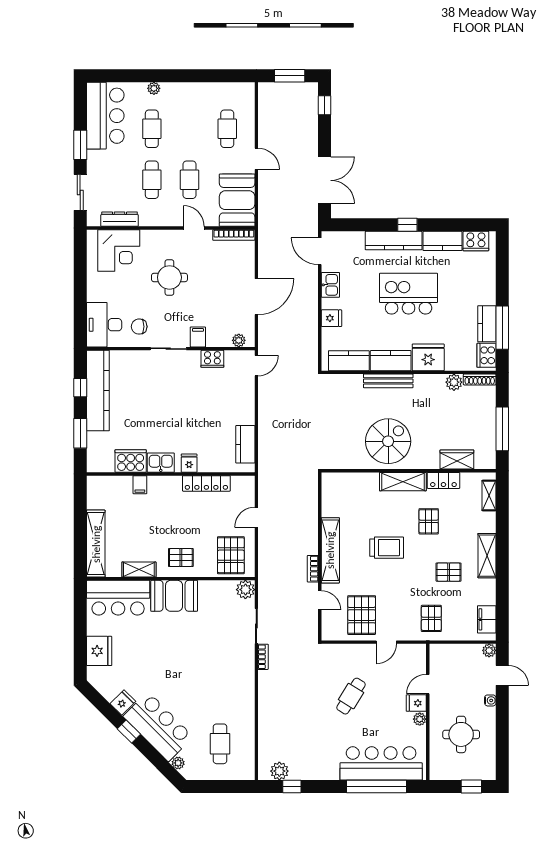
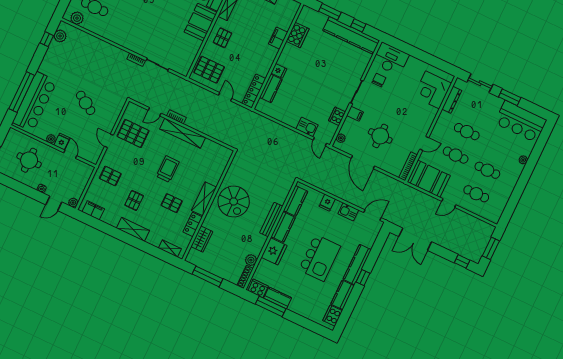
cafe table: (152, 129) -> (487, 170), moved
round table: (169, 277) -> (380, 136), moved
kitchen counter: (245, 444) -> (271, 88), moved, turned 90
kitchen sink: (161, 463) -> (307, 127), moved, turned -90
locker: (206, 483) -> (254, 91), moved
filing cabinet: (140, 485) -> (278, 38), width x2.00
trolley: (387, 548) -> (168, 169), turned 180
plant: (245, 590) -> (77, 18), moved

